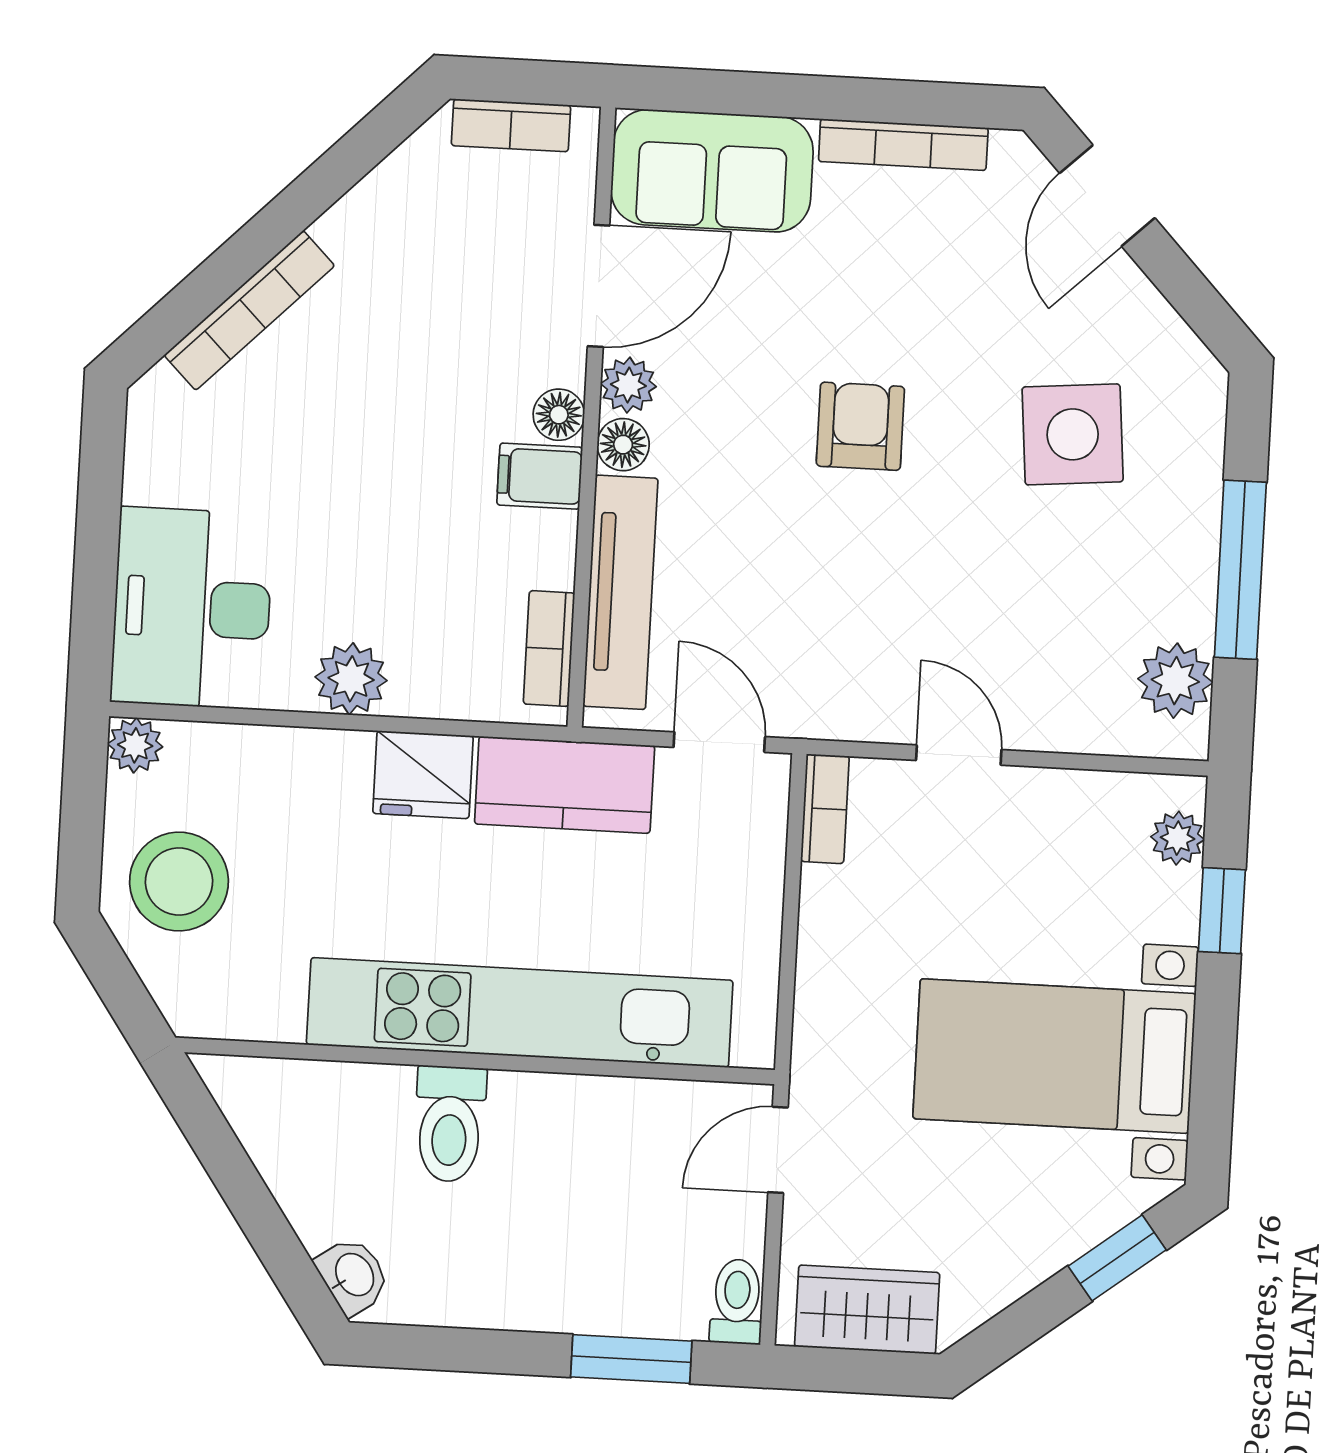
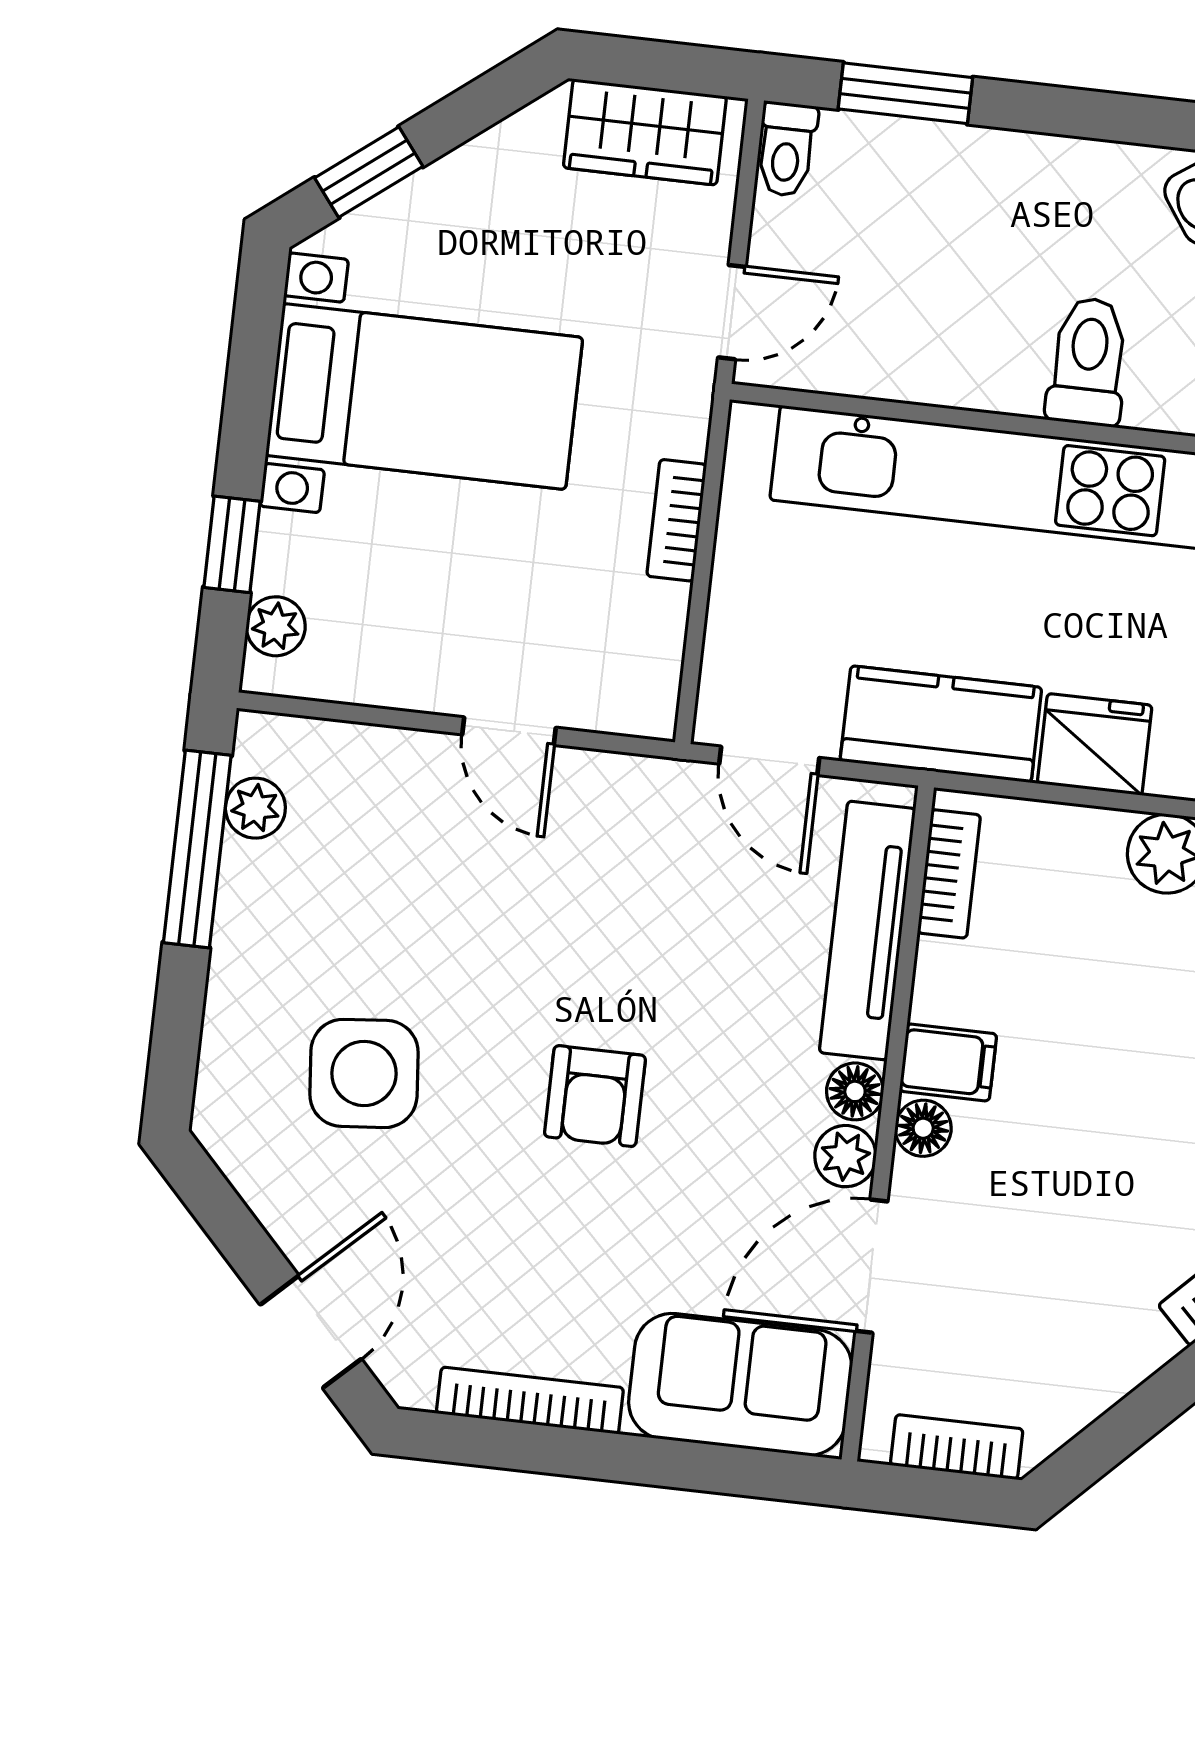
window: (1240, 570) -> (197, 849), moved
plant: (1175, 681) -> (255, 808), width x0.73, depth x0.73
bookcase: (825, 809) -> (677, 520), moved

